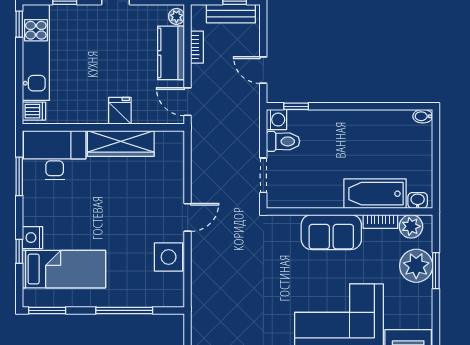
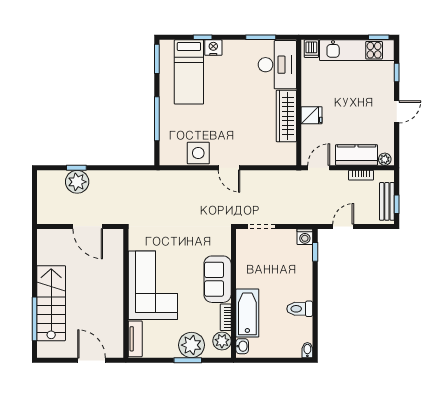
toilet: (283, 141) -> (300, 309), moved, turned 90

